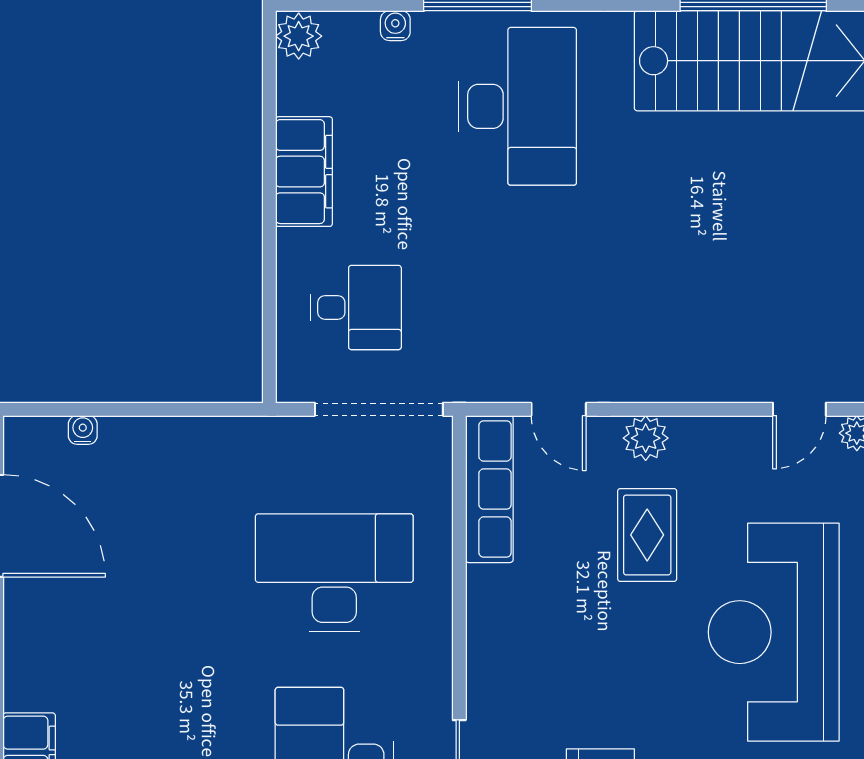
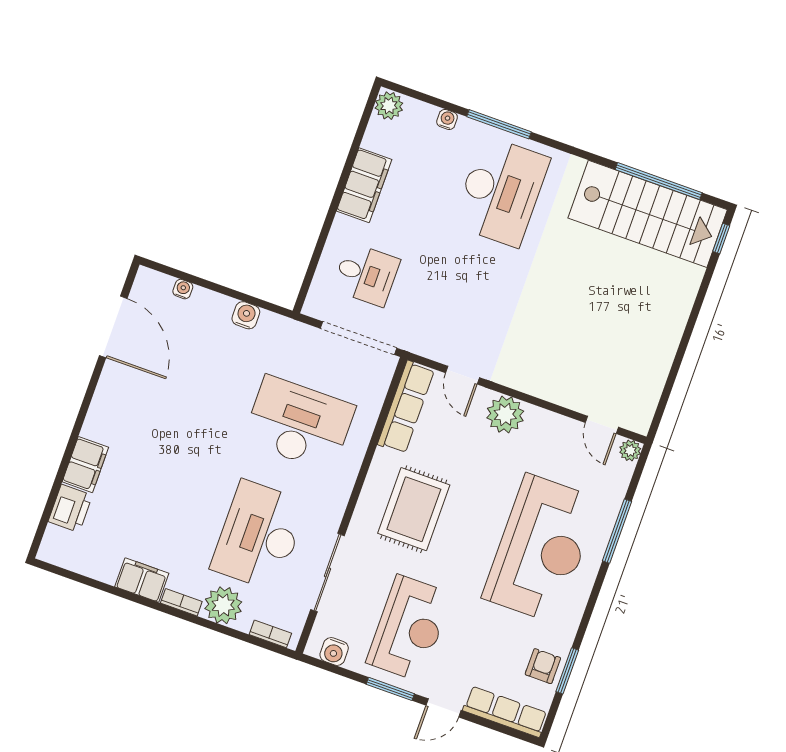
door: (799, 409) -> (602, 425), hinge flipped
water cooler: (194, 436) -> (246, 315), added
plant: (646, 438) -> (505, 415), width x1.36, depth x1.36
rug: (647, 535) -> (414, 509), moved, width x1.36, depth x1.43
reception desk: (774, 632) -> (541, 549), turned 180

